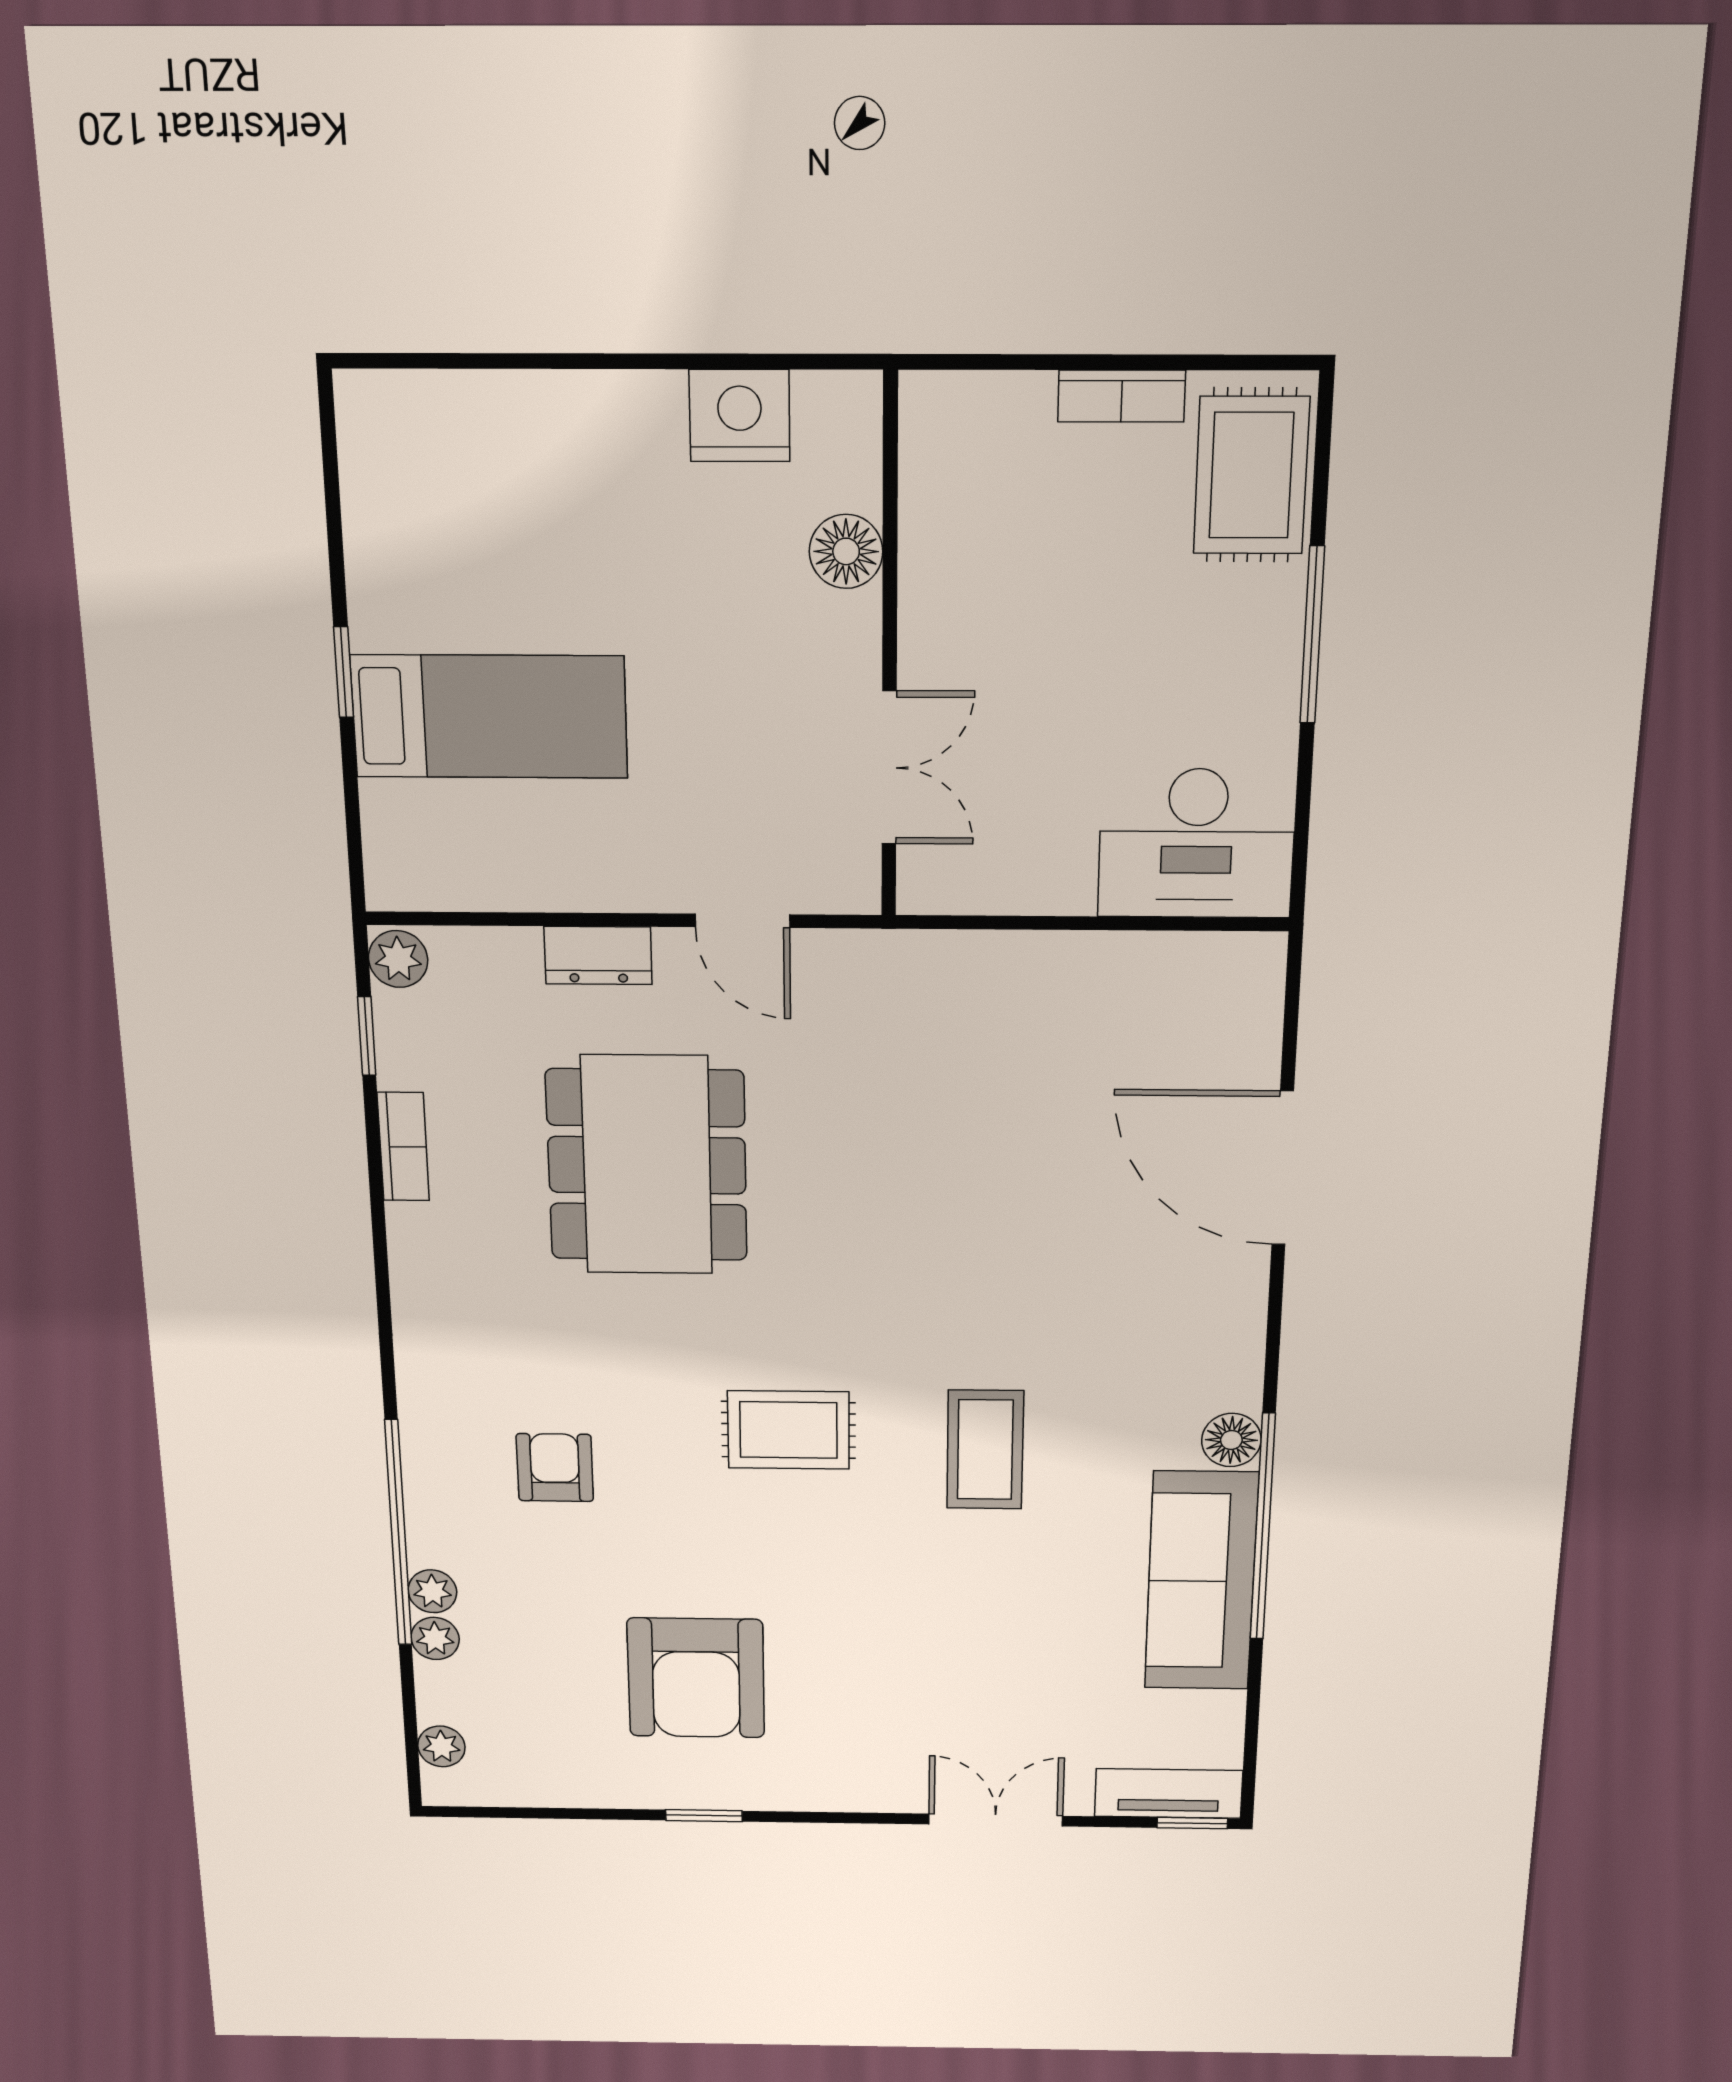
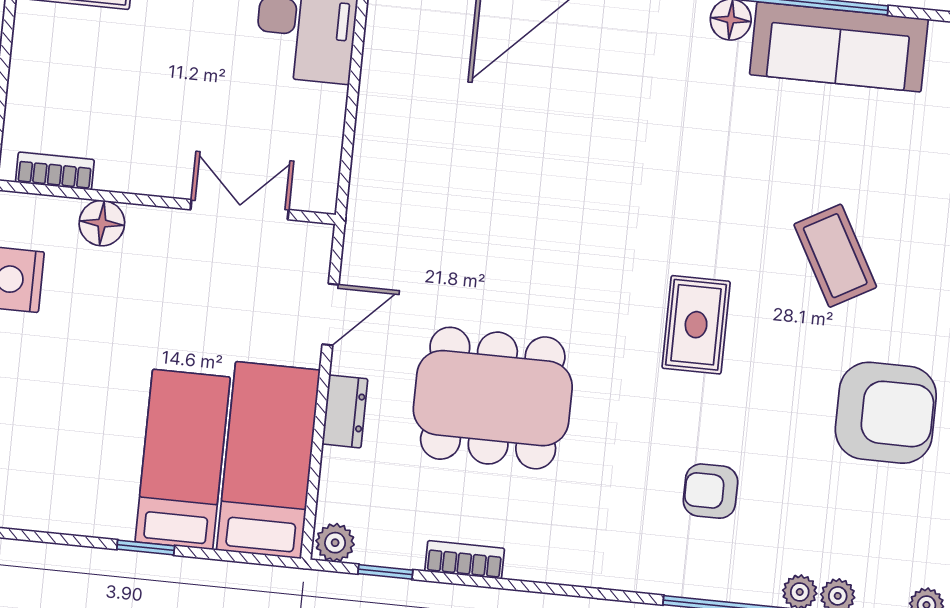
bookcase: (1122, 396) -> (55, 171), moved, turned -90
bed: (508, 848) -> (268, 460), added
coffee table: (985, 1450) -> (835, 256), moved, turned 61

